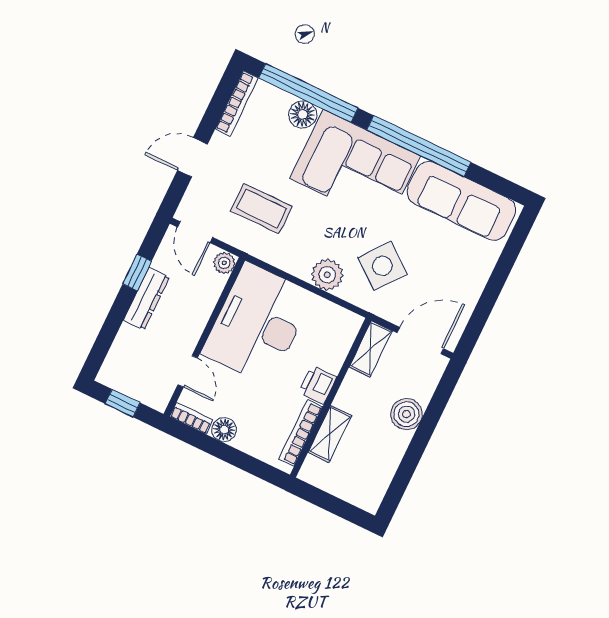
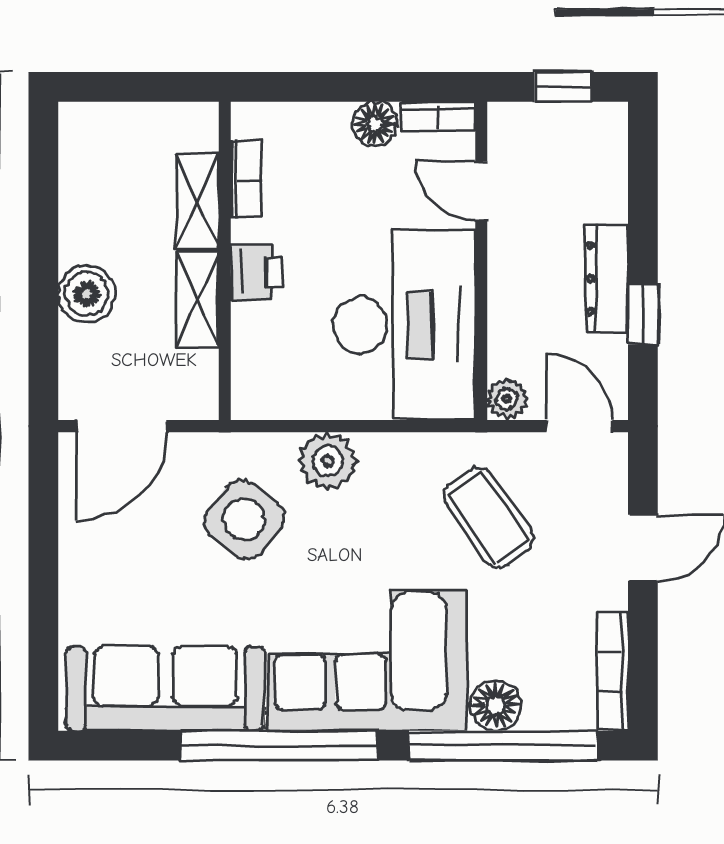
coffee table: (261, 209) -> (489, 518), turned 55
shelving: (371, 349) -> (198, 300), moved
bookcase: (301, 433) -> (246, 179), width x0.64

